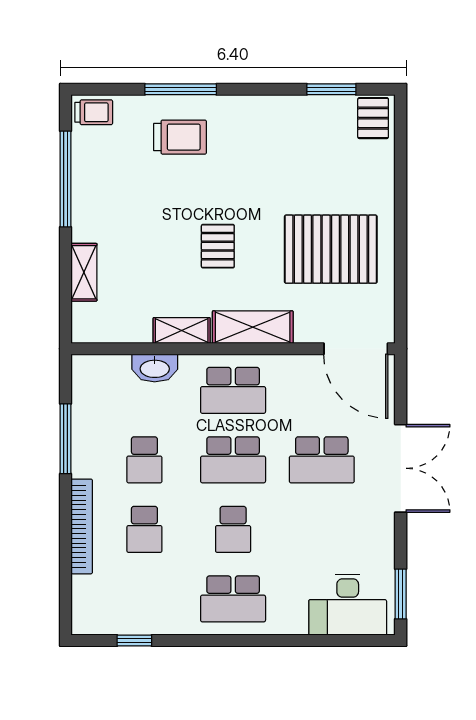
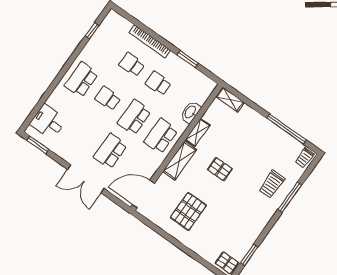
pallet: (331, 249) -> (188, 211), width x0.73, depth x0.71
shelving: (84, 272) -> (230, 100), moved
window: (66, 439) -> (188, 59), width x0.69
desk: (348, 605) -> (48, 122), width x0.73

